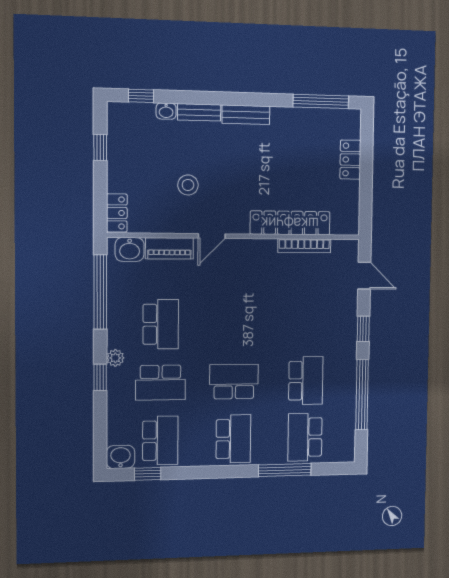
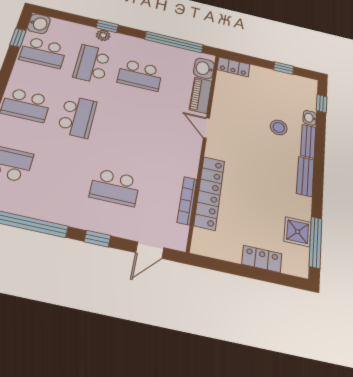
shower: (313, 122) -> (298, 232), added
stool: (188, 185) -> (279, 127), moved
plant: (115, 358) -> (103, 35), moved
school desk: (306, 381) -> (115, 187), moved

